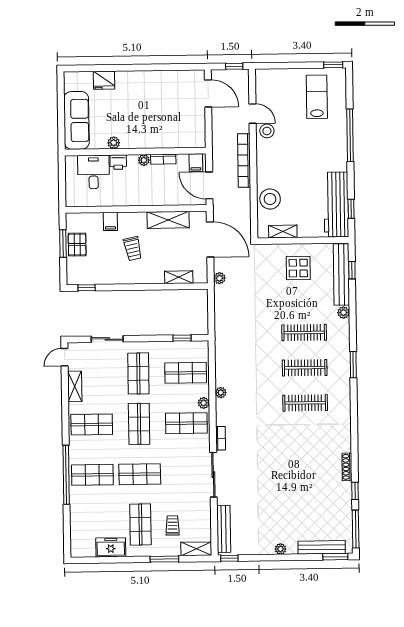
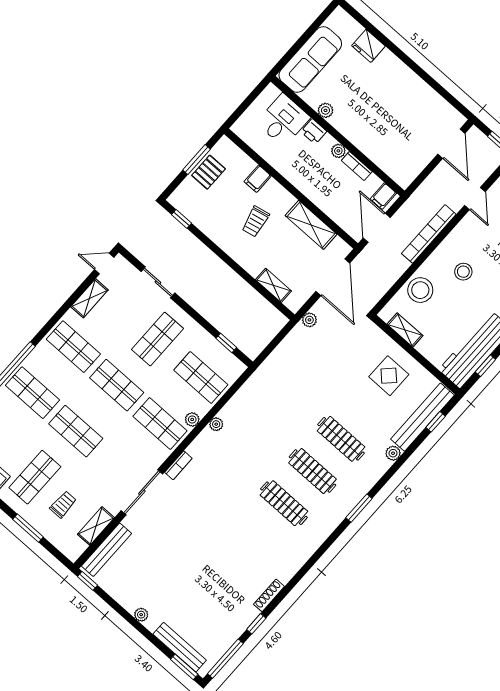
stool: (267, 131) -> (463, 272), moved
shop shelf: (139, 424) -> (117, 385), turned 90
shelving: (196, 549) -> (96, 526), moved, turned 90

